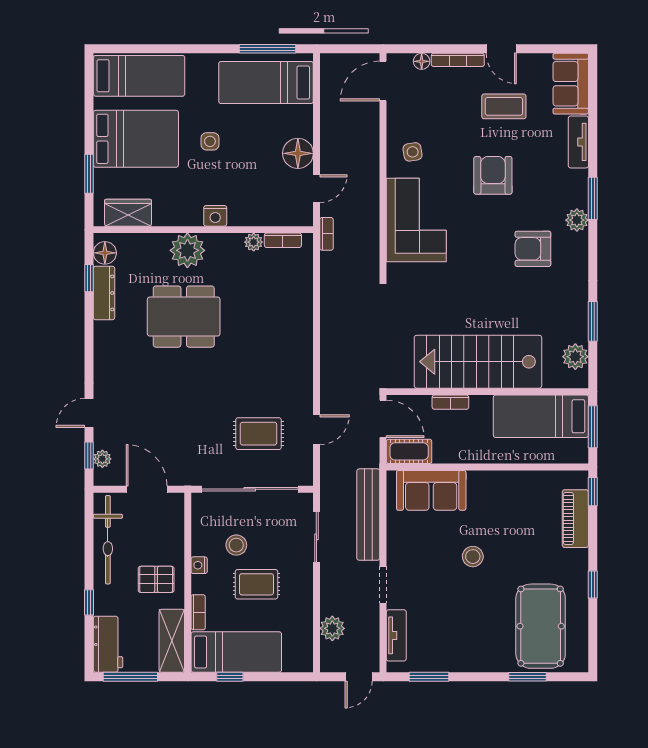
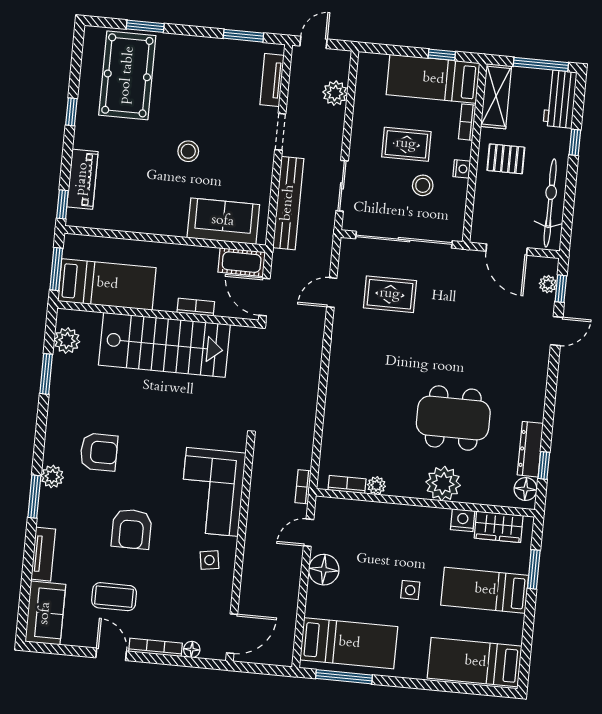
bed: (136, 139) -> (485, 590), width x0.67
nightstand: (215, 216) -> (463, 520), moved

